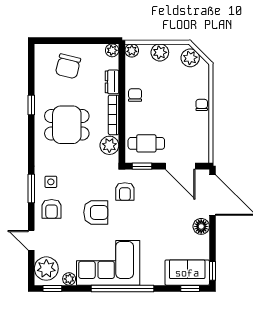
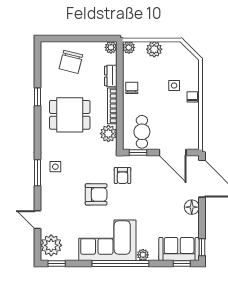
plant: (190, 58) -> (182, 54), removed
side table: (182, 92) -> (174, 85), added
cafe table: (146, 143) -> (142, 132), turned 90
armchair: (52, 209) -> (56, 191), removed
plant: (69, 279) -> (143, 255), moved

